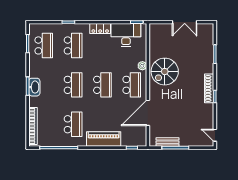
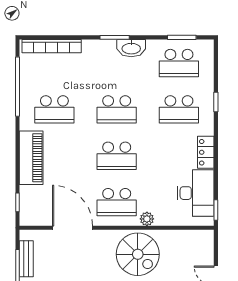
spiral stairs: (165, 72) -> (138, 254), turned 180
washbasin: (34, 87) -> (131, 48), moved

